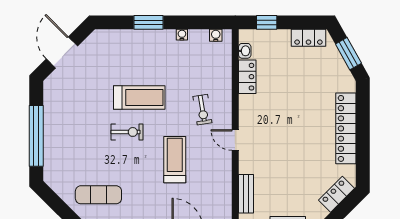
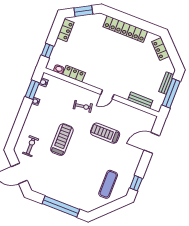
window: (148, 22) -> (32, 90), moved
exercise bike: (127, 132) -> (31, 146), moved

